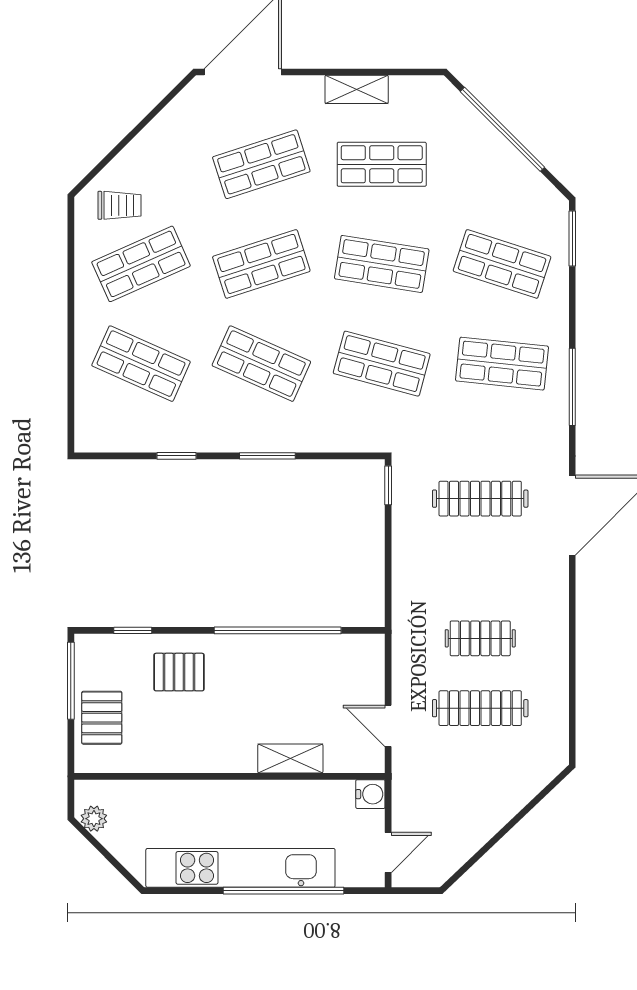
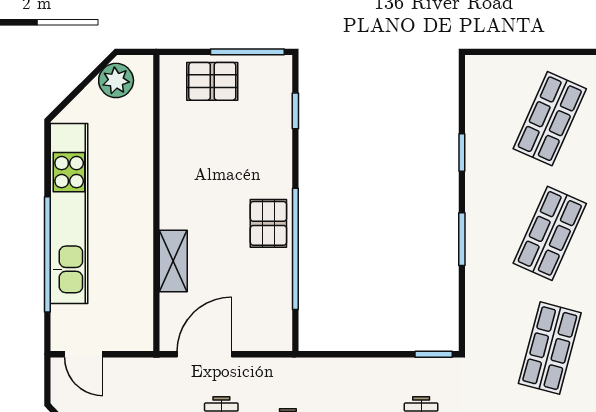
pallet: (179, 672) -> (268, 223), moved
door: (388, 726) -> (204, 354), width x1.38
water cooler: (370, 794) -> (139, 337), removed
plant: (94, 819) -> (116, 80), width x1.38, depth x1.38

